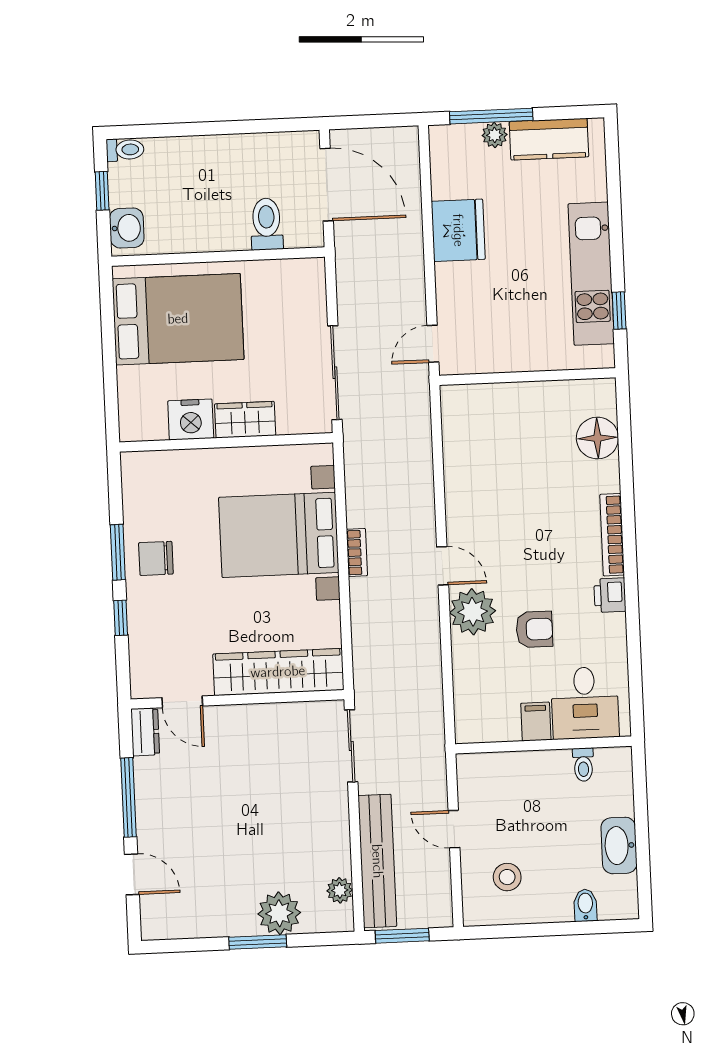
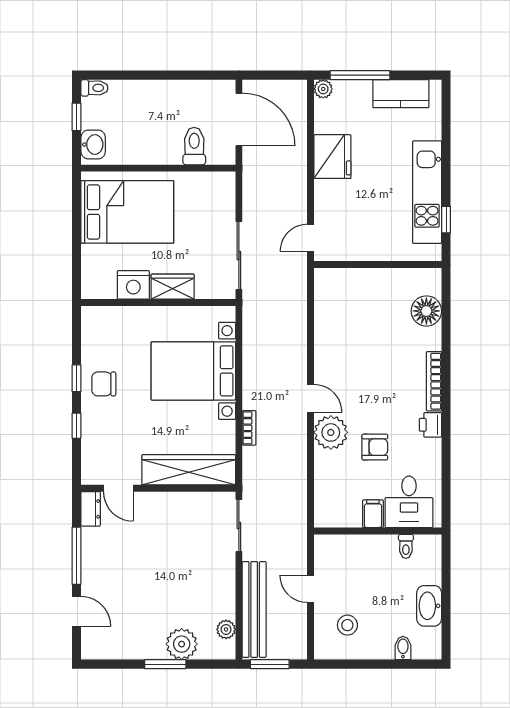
plant: (495, 135) -> (323, 89), moved
window: (118, 552) -> (77, 378), width x0.67
bookcase: (357, 552) -> (249, 428), moved

